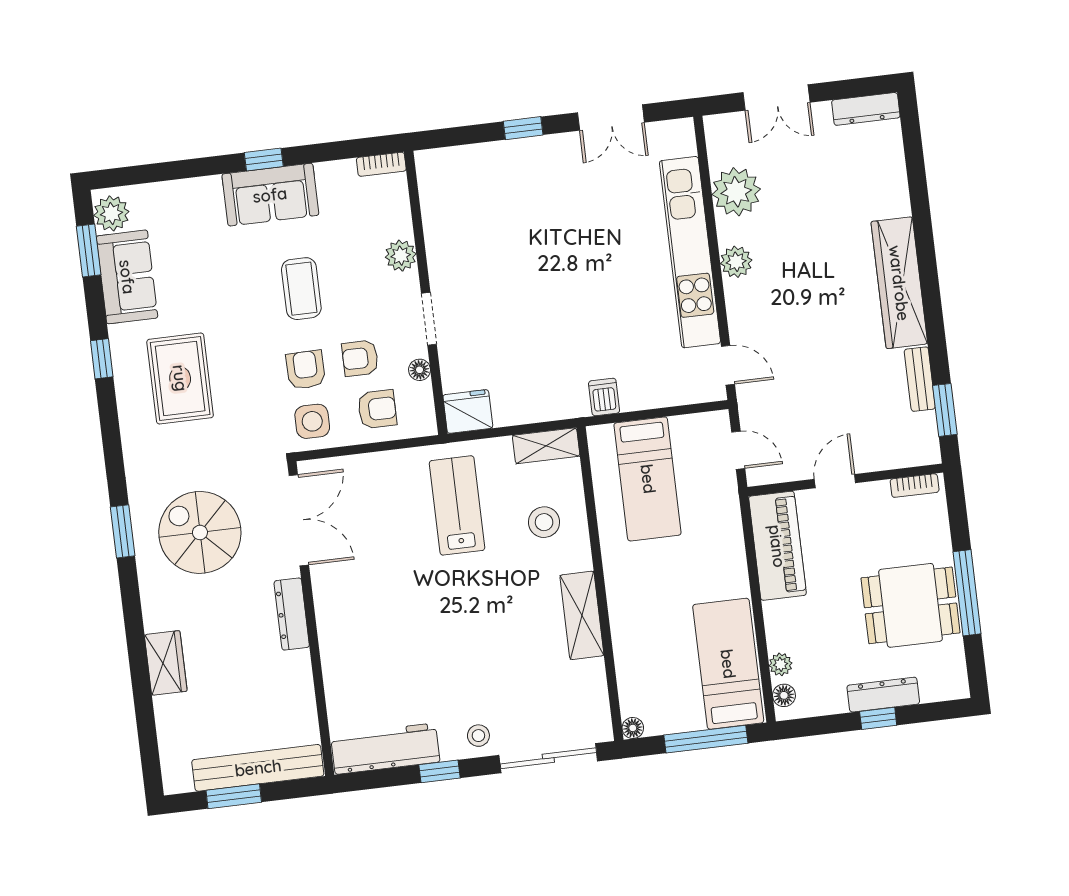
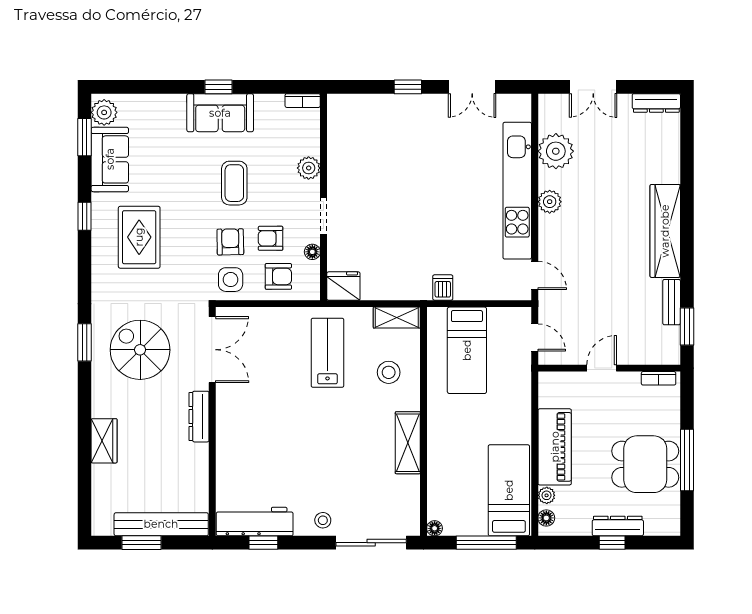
piano: (777, 546) -> (555, 447), moved
window: (440, 771) -> (263, 543), moved

